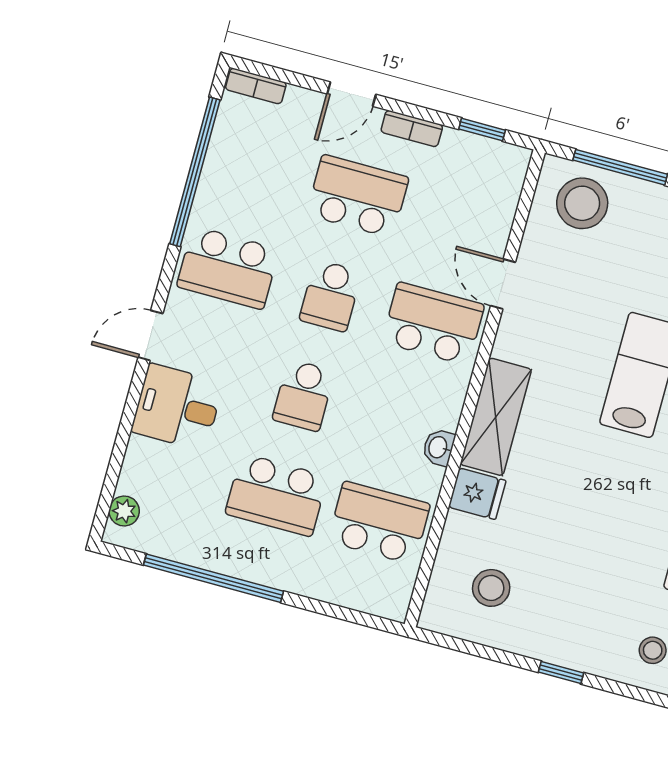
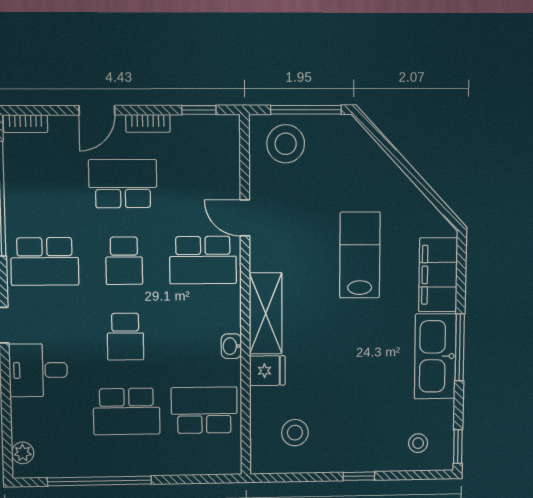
school desk: (433, 324) -> (203, 260), turned 180

